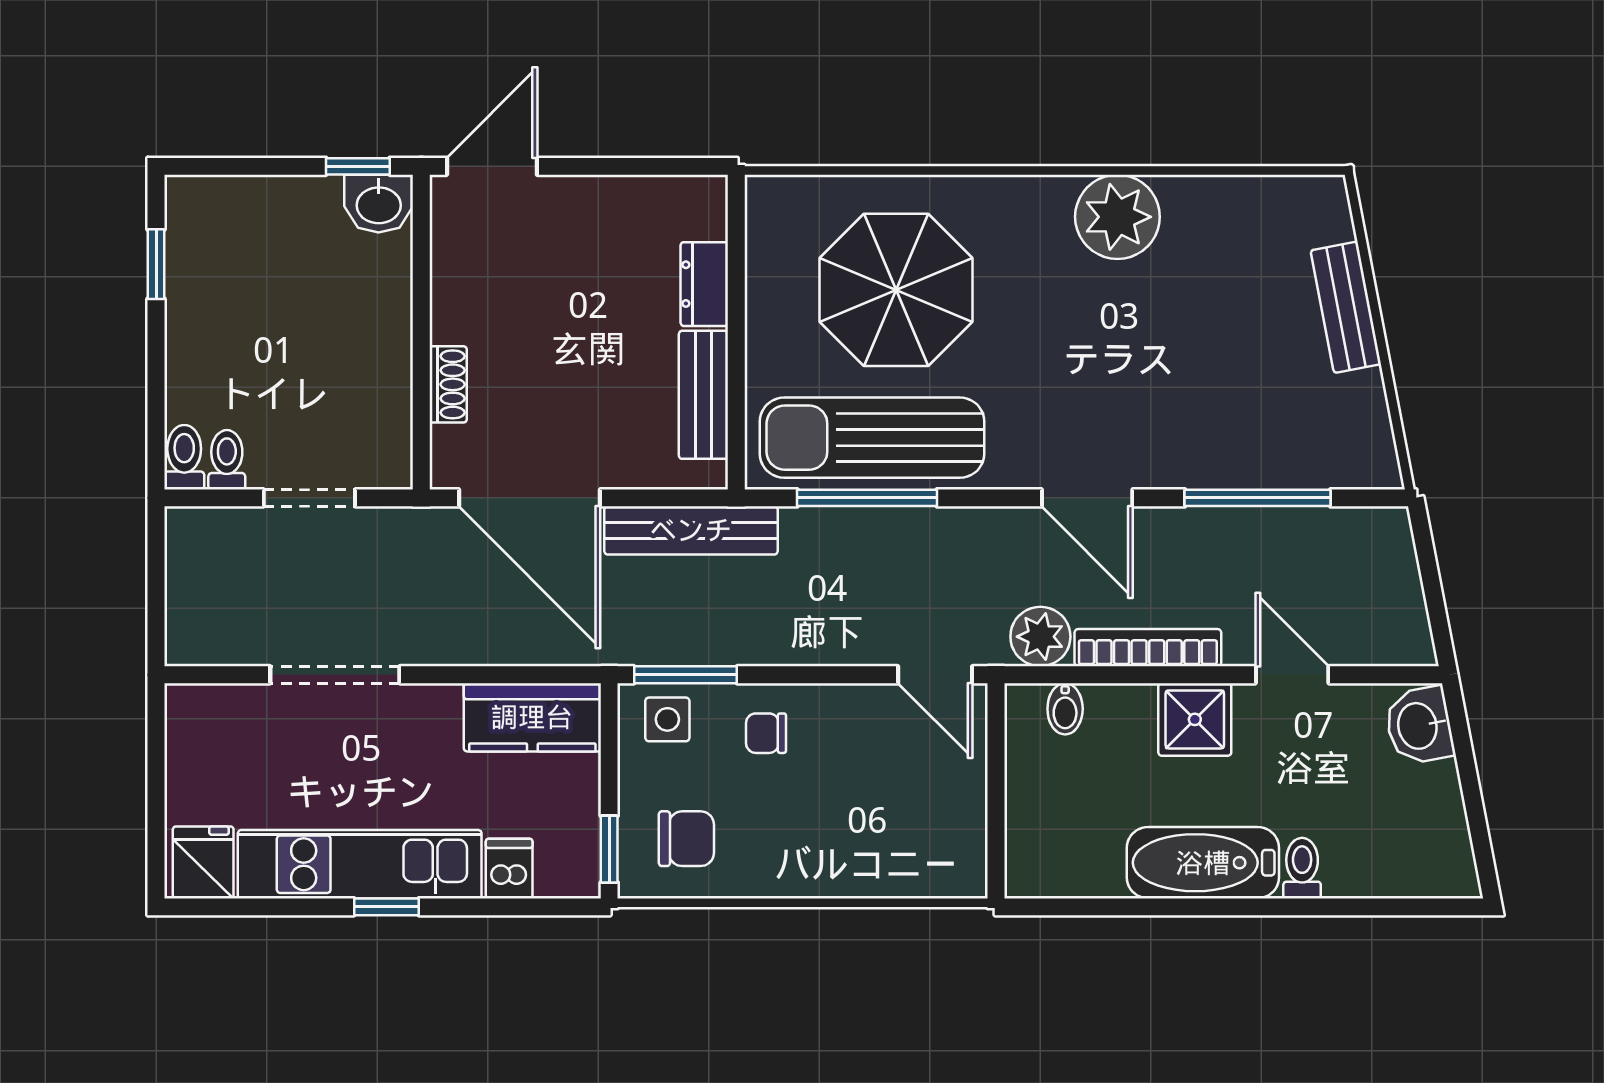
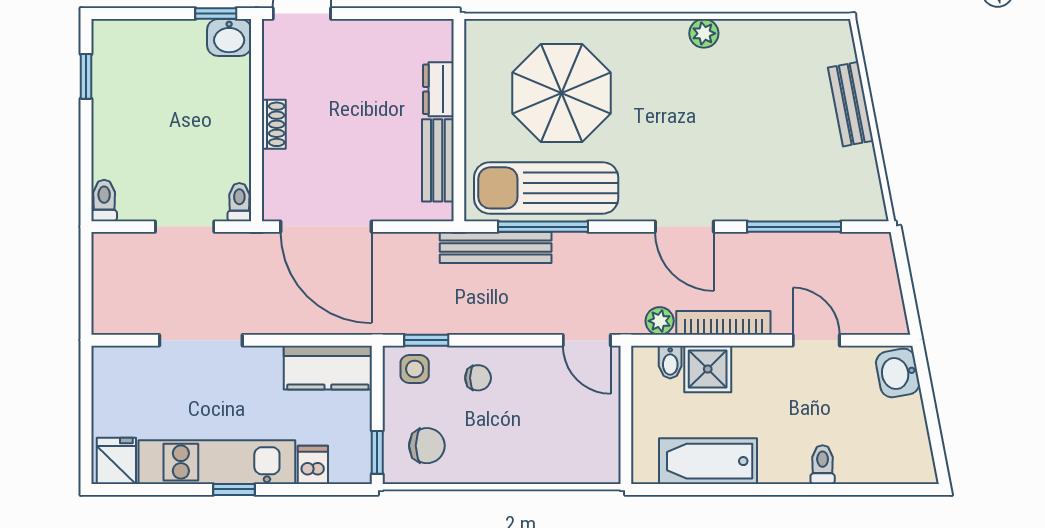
plant: (1117, 217) -> (704, 33), width x0.53, depth x0.53
shoe rack: (448, 384) -> (274, 124), moved
toilet: (227, 460) -> (239, 202), moved
bench: (691, 530) -> (496, 248), moved
plant: (1040, 637) -> (660, 321), width x0.73, depth x0.73
window: (685, 675) -> (426, 340), width x0.67
shower: (1195, 719) -> (708, 369), moved
chair: (766, 733) -> (478, 378), turned 180
bathtub: (1203, 863) -> (708, 461), moved

